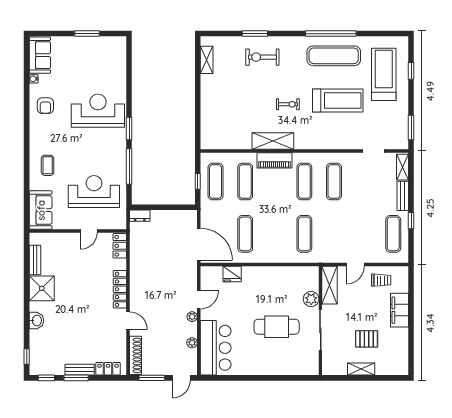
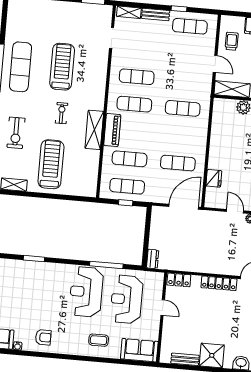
treadmill: (384, 74) -> (51, 164), moved, turned 90
reception desk: (98, 111) -> (86, 292), moved
window: (129, 128) -> (34, 259), moved

